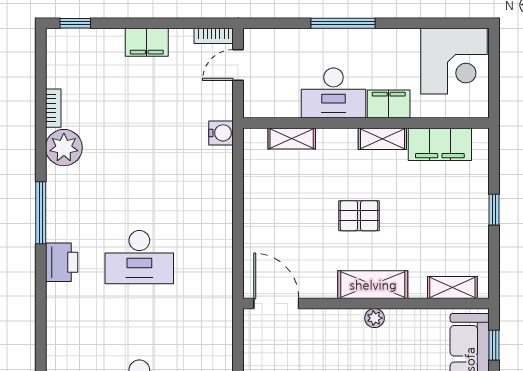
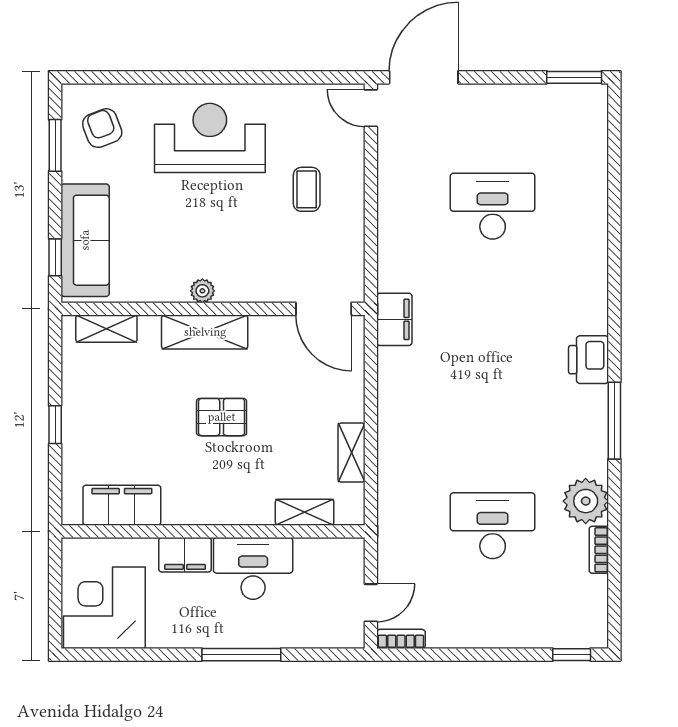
filing cabinet: (147, 42) -> (394, 319), moved, turned 90
water cooler: (221, 133) -> (392, 519), removed
shelving: (382, 139) -> (351, 453), moved, turned 90
desk: (139, 257) -> (493, 526), moved

